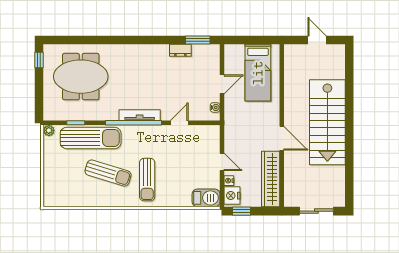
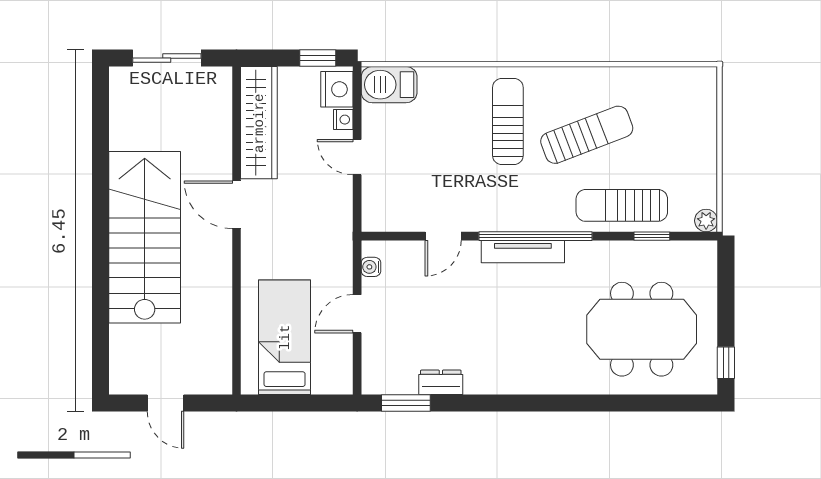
sun lounger: (91, 138) -> (622, 205), width x0.73, depth x0.75
sun lounger: (108, 173) -> (587, 135), turned 142

